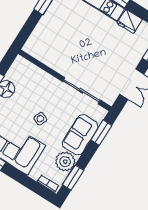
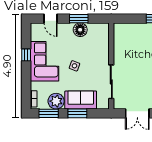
window: (101, 133) -> (77, 113), moved

